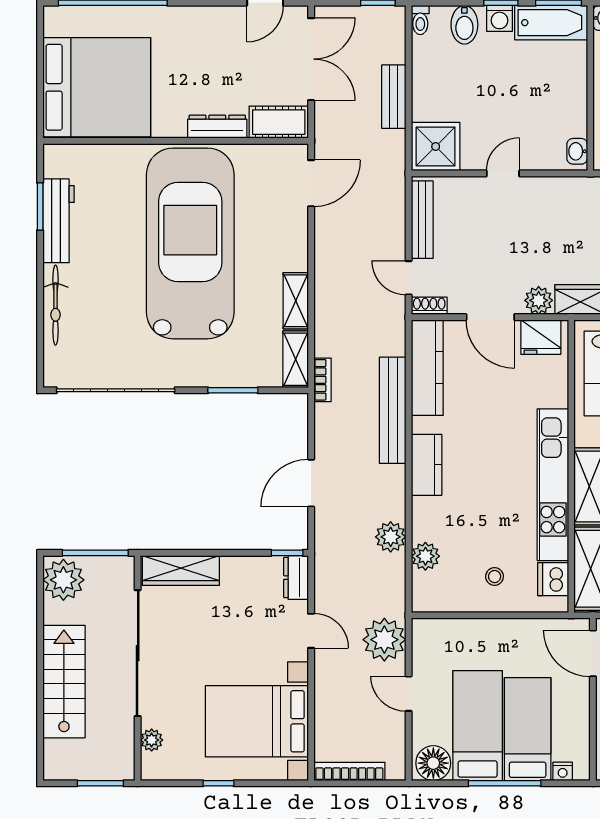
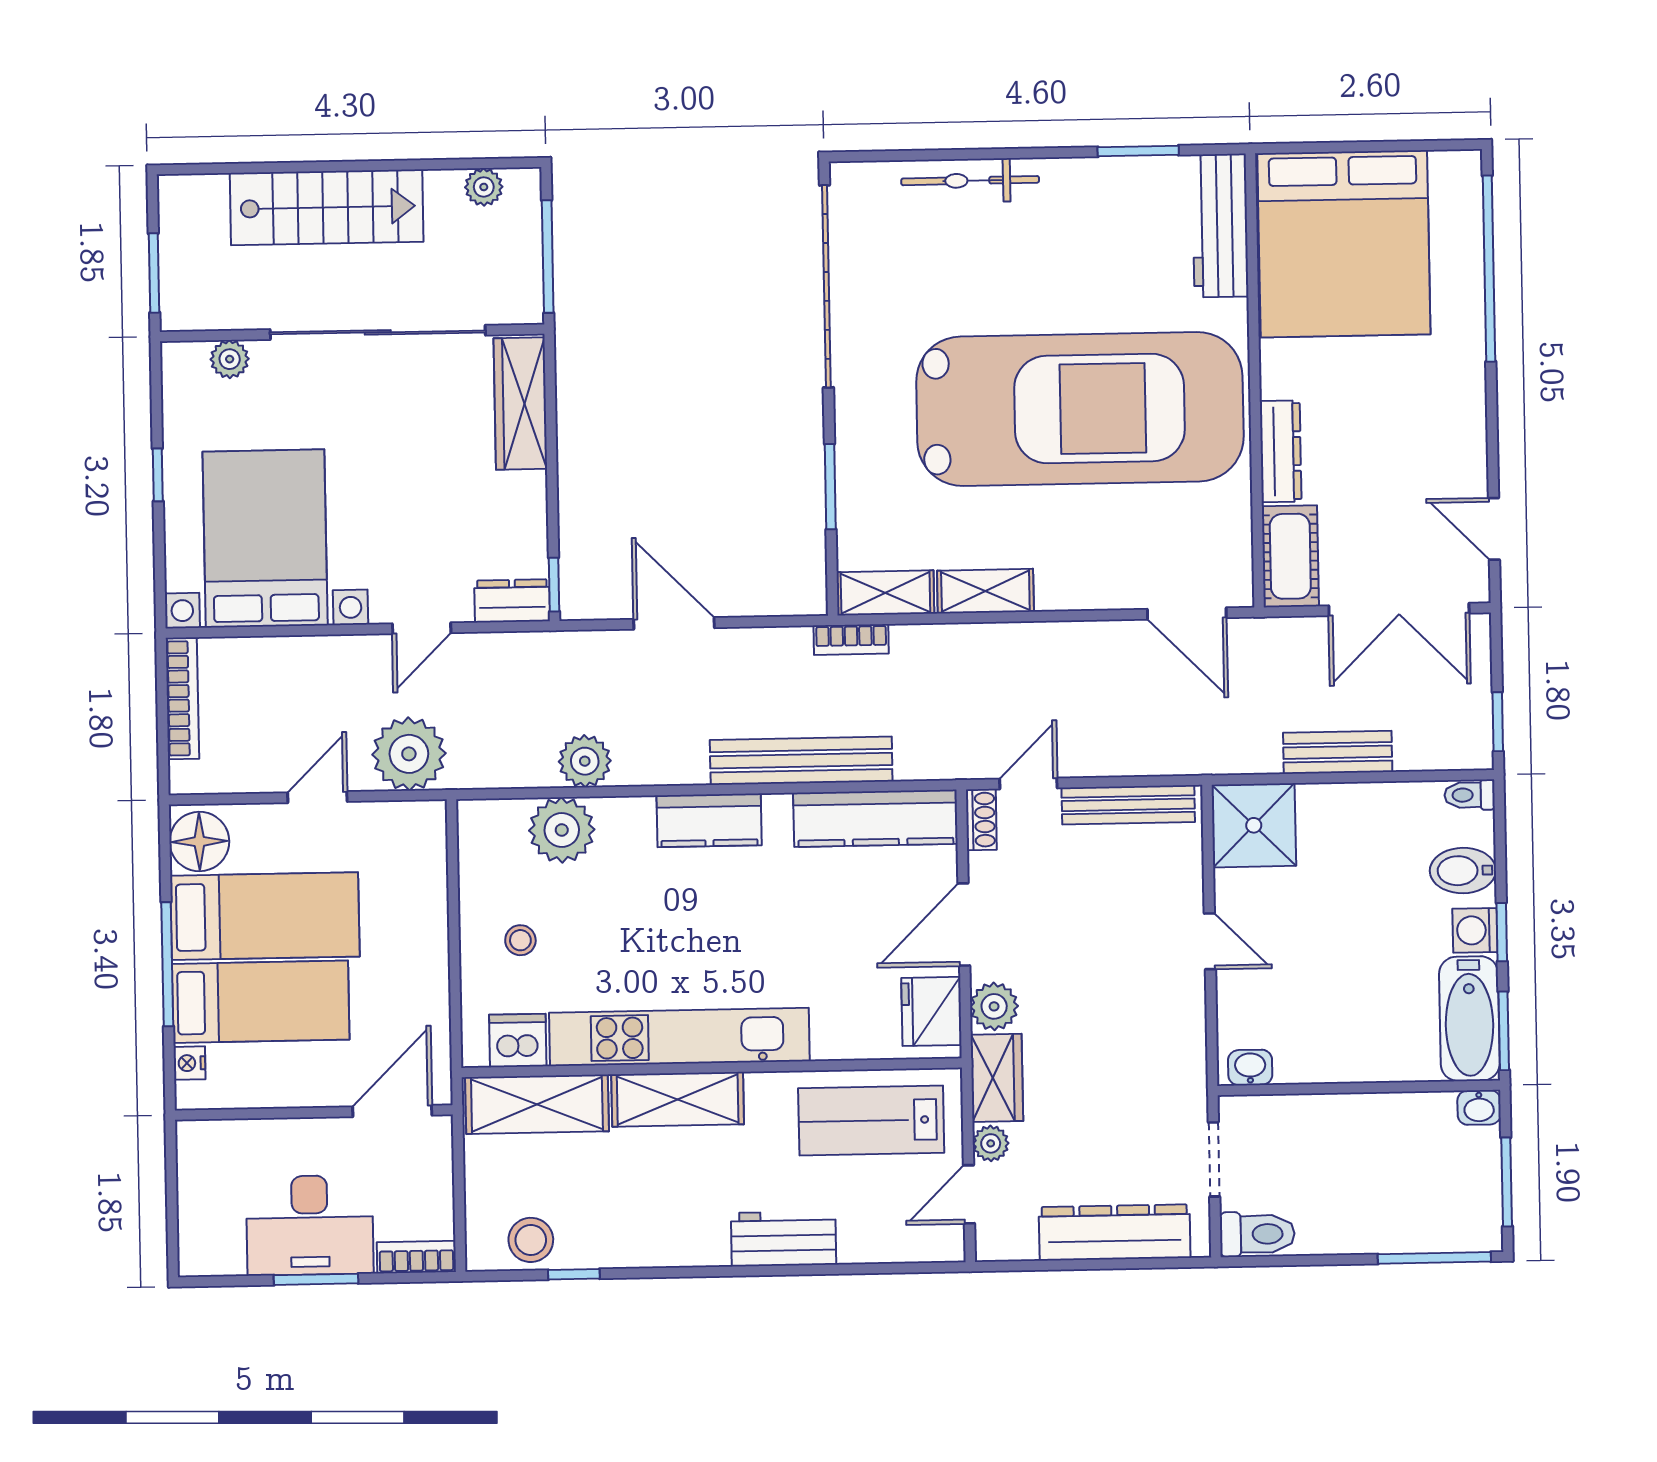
workbench: (58, 221) -> (1220, 226), moved, turned 90
plant: (425, 556) -> (562, 830), width x1.36, depth x1.36
plant: (63, 580) -> (484, 187), width x0.53, depth x0.53

